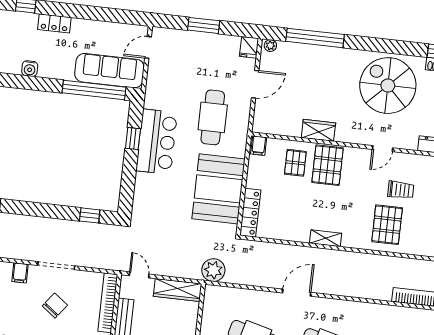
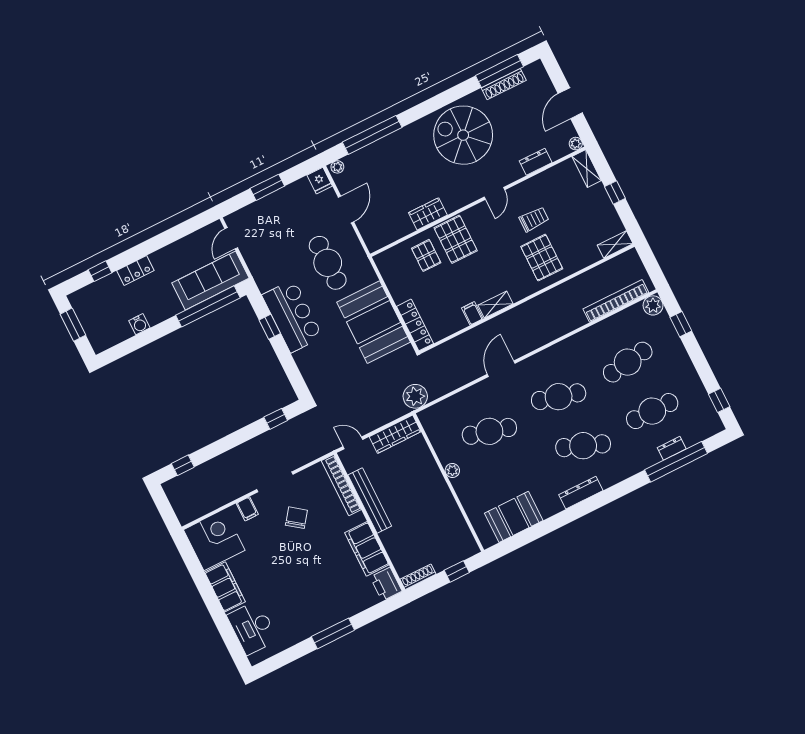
filing cabinet: (259, 146) -> (472, 313), moved, turned 180

